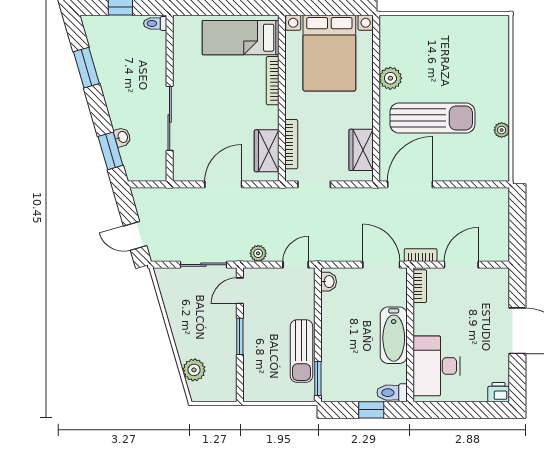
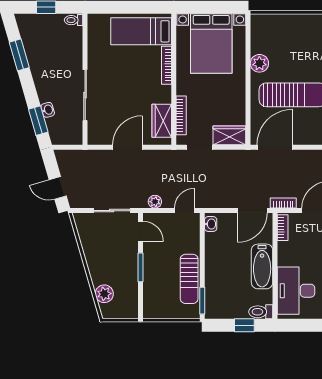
wardrobe: (361, 150) -> (229, 135), moved, turned 90
door: (381, 265) -> (252, 211), swing flipped
door: (240, 291) -> (140, 231), swing flipped

